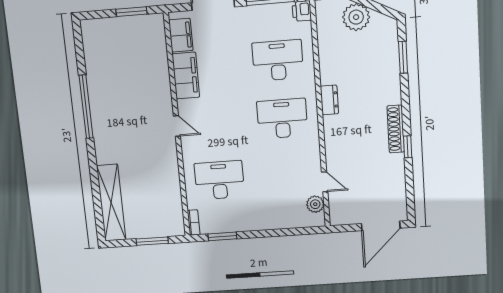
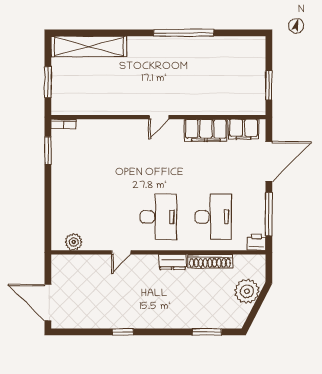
shoe rack: (396, 129) -> (210, 261), moved, turned 180
desk: (219, 180) -> (104, 153), removed
door: (325, 182) -> (121, 252), moved

